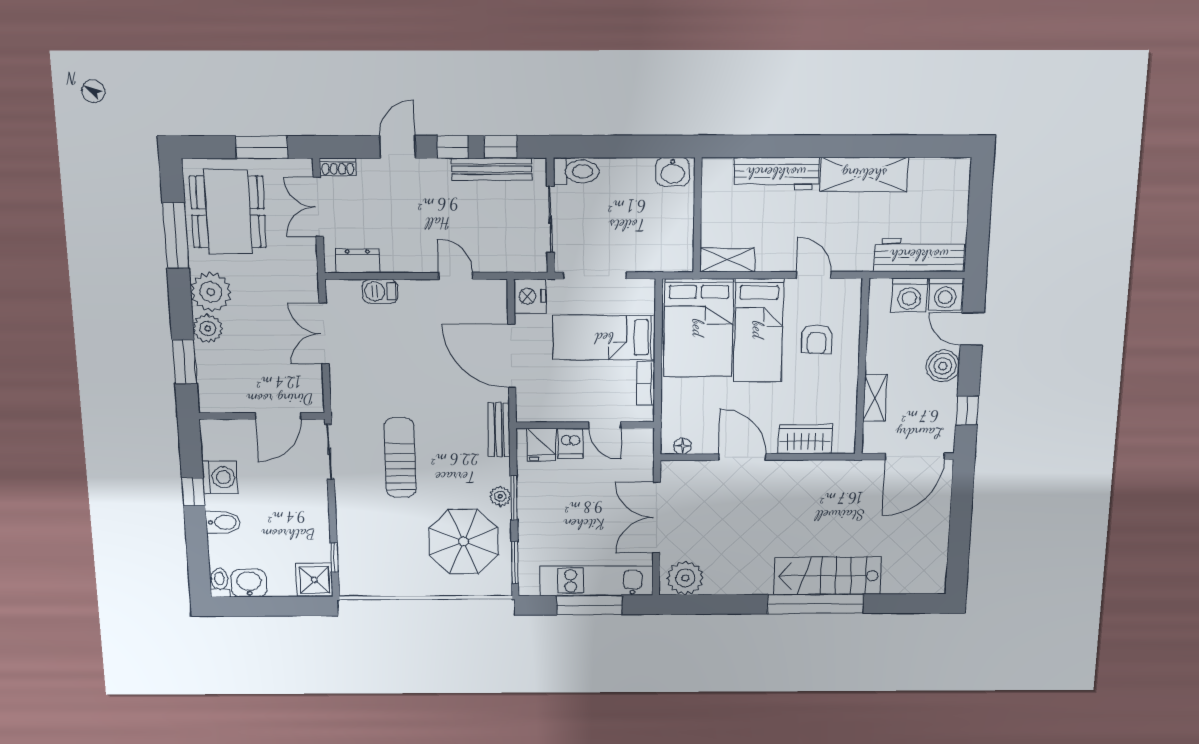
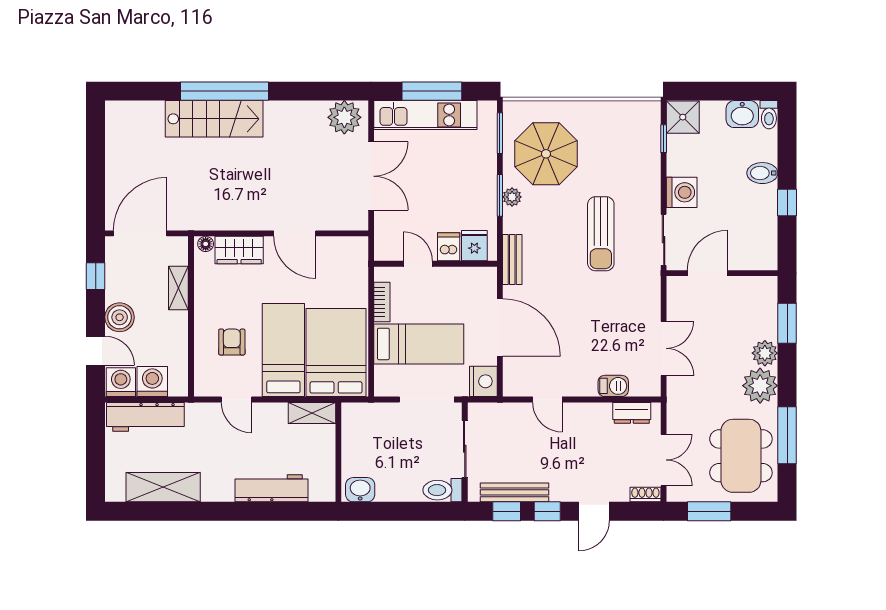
shelving: (864, 174) -> (163, 487), moved
floor lamp: (682, 446) -> (206, 244), moved
washing machine: (220, 477) -> (682, 192), moved, turned 180

